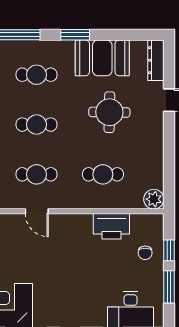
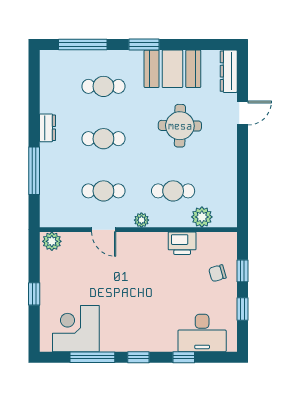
plant: (154, 199) -> (202, 217), moved
plant: (73, 202) -> (141, 220), added
printer: (111, 226) -> (182, 243), width x0.73, depth x0.84
chair: (145, 253) -> (217, 273), turned 74
window: (169, 287) -> (242, 309), width x0.67

